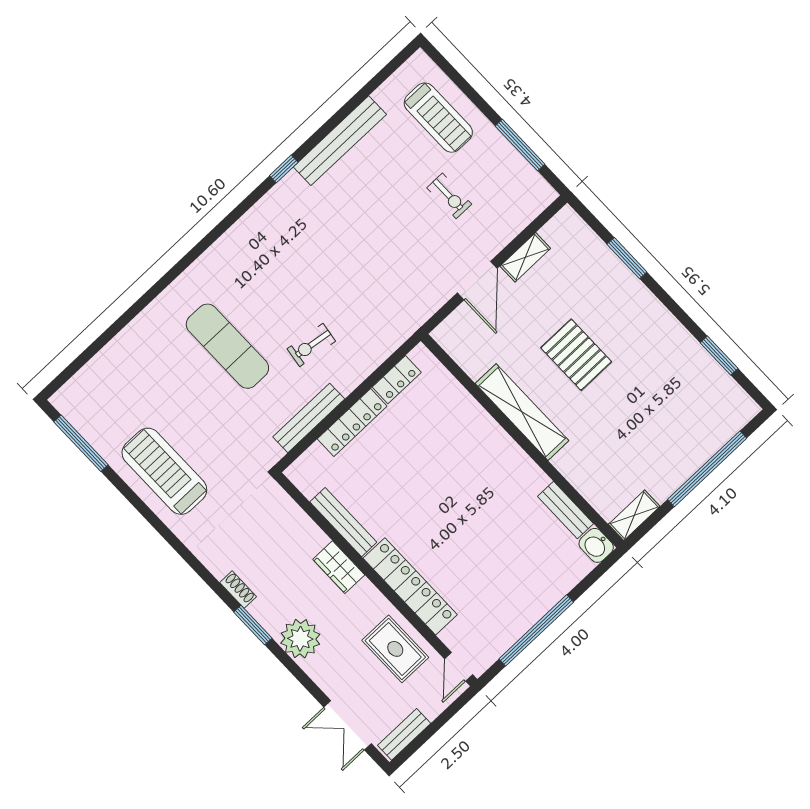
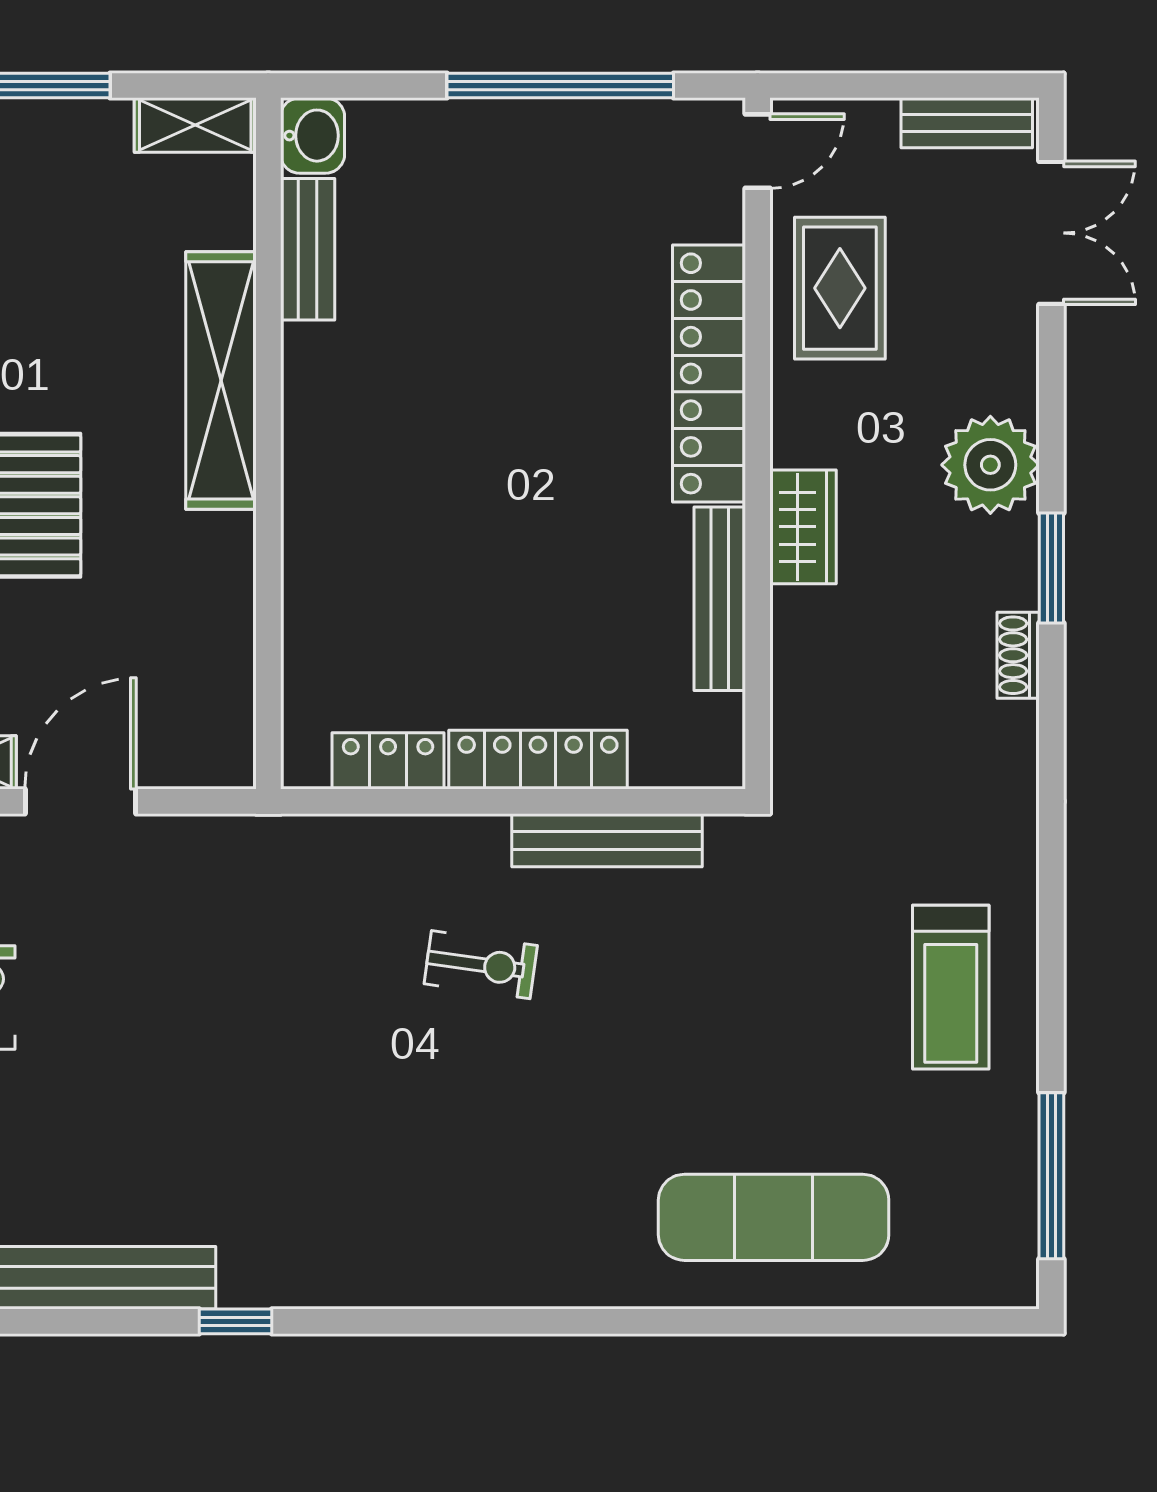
exercise mat: (227, 346) -> (774, 1217), moved, turned 90
shelving: (522, 412) -> (221, 380), moved
treadmill: (164, 471) -> (951, 987), width x0.73, depth x0.73

